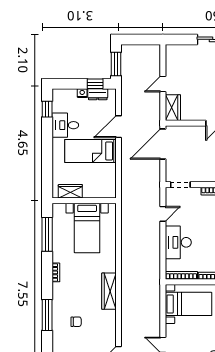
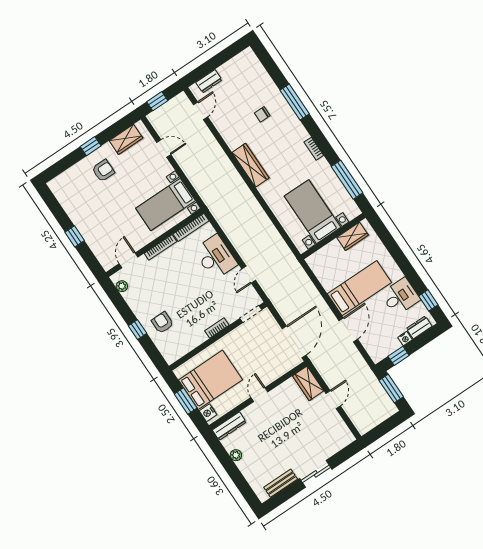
dresser: (98, 94) -> (419, 327), moved

